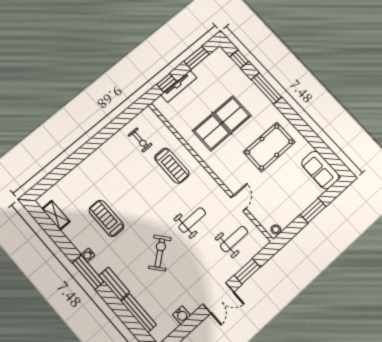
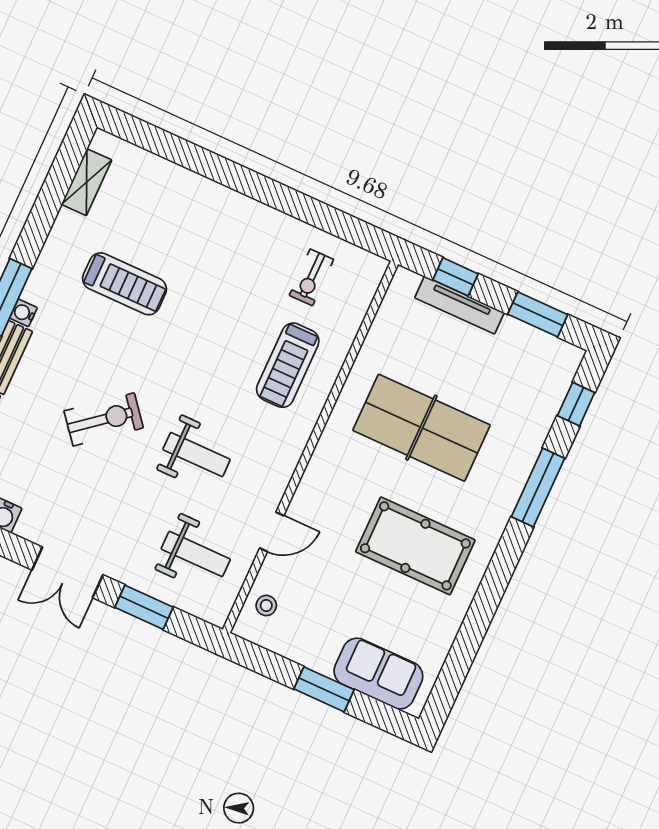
sofa: (320, 170) -> (378, 674), moved, turned 90
treadmill: (106, 218) -> (125, 284), turned 90
stool: (276, 229) -> (266, 605), moved
water cooler: (88, 255) -> (23, 313), moved

